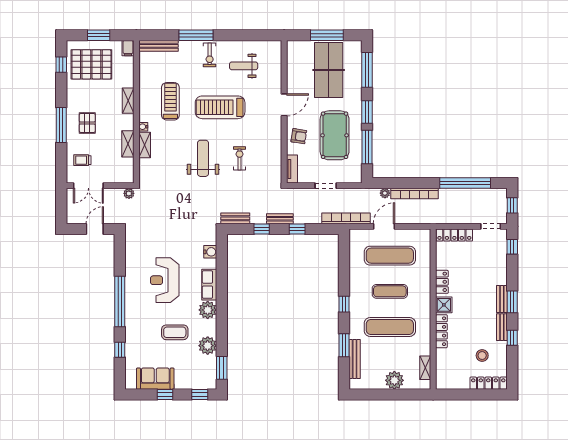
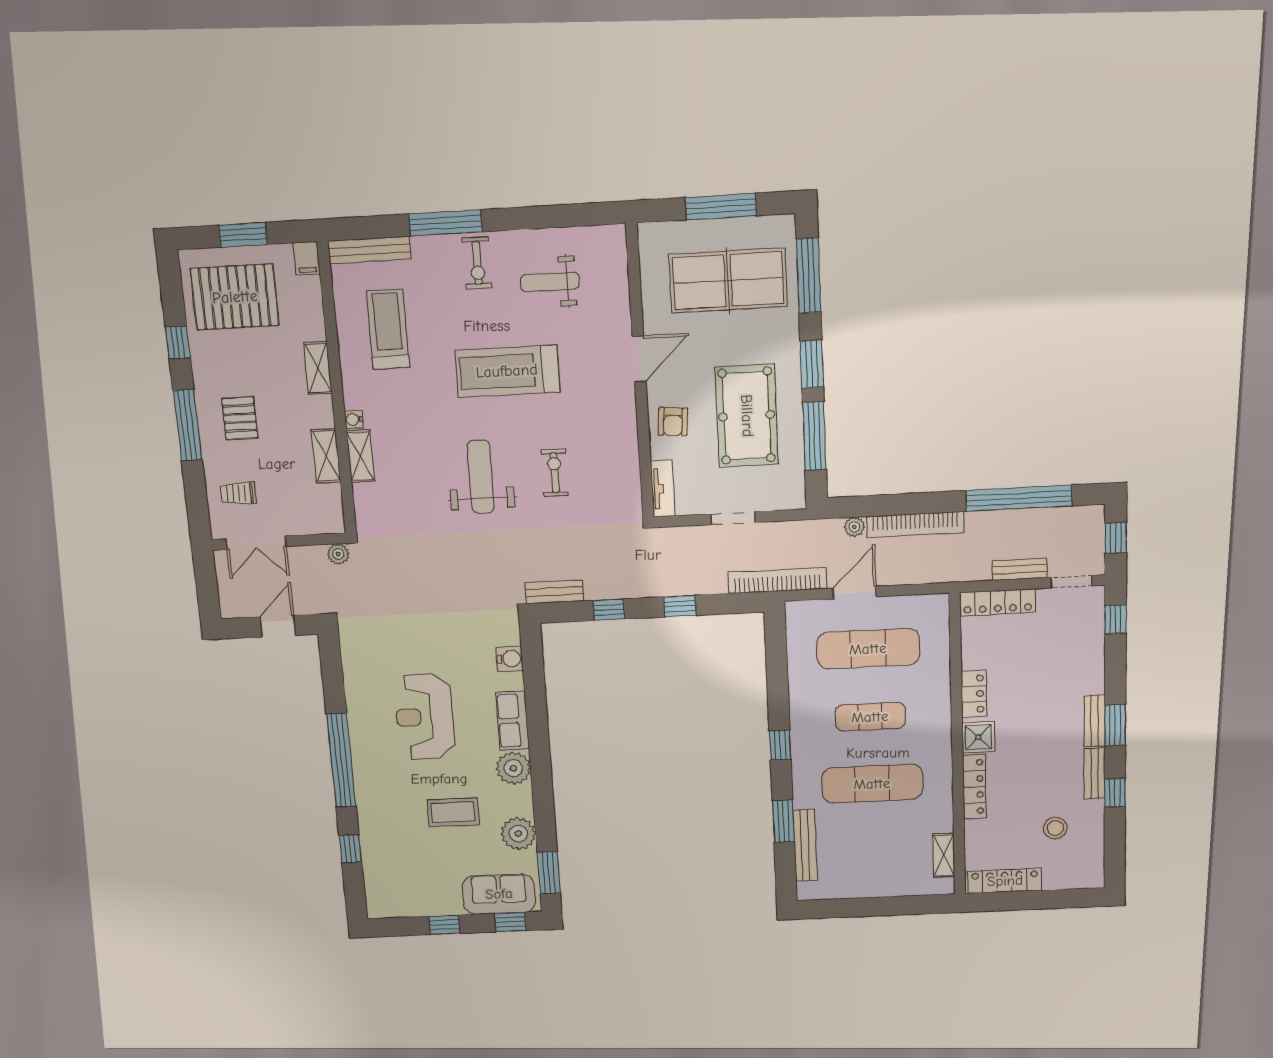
window: (61, 65) -> (178, 343), moved
table tennis table: (329, 70) -> (728, 281), turned 90
treadmill: (170, 101) -> (388, 329), moved
armchair: (299, 136) -> (673, 421), turned 86
bench: (280, 219) -> (1020, 569), moved
sofa: (155, 379) -> (499, 894), moved
plant: (394, 380) -> (884, 881), removed
locker: (488, 383) -> (1005, 881), moved

